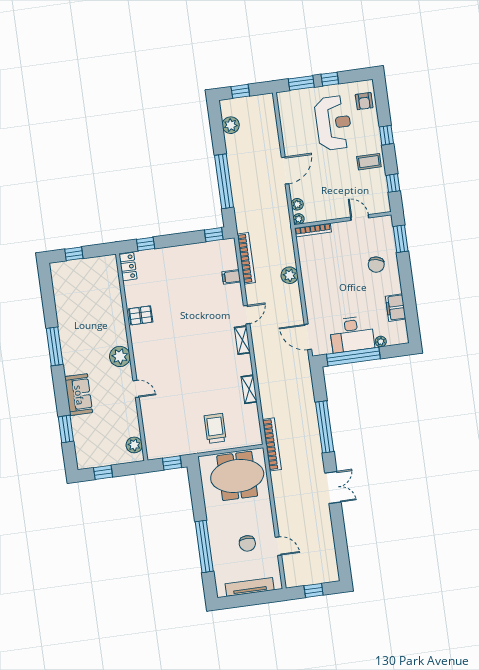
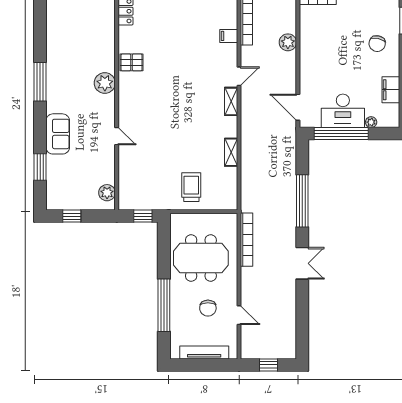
plant: (120, 356) -> (105, 83), moved
bookcase: (272, 444) -> (247, 240), moved
meeting table: (237, 476) -> (201, 258), moved

